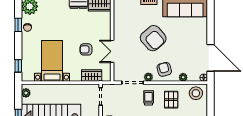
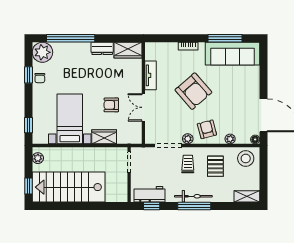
tv unit: (118, 25) -> (151, 75), added
wardrobe: (92, 76) -> (104, 137), moved

